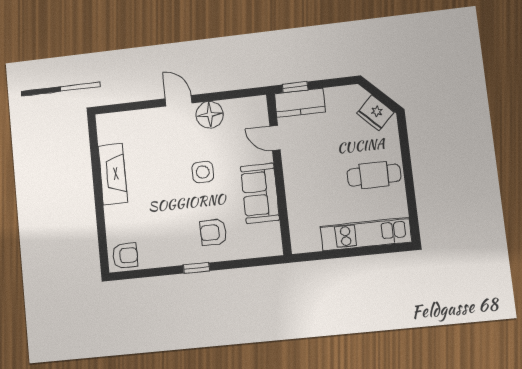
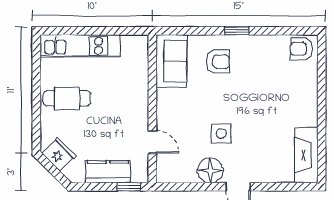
kitchen counter: (300, 103) -> (108, 172), moved
side table: (203, 172) -> (221, 133), moved
fireplace: (113, 174) -> (306, 155), moved
sofa: (260, 193) -> (171, 61), moved

